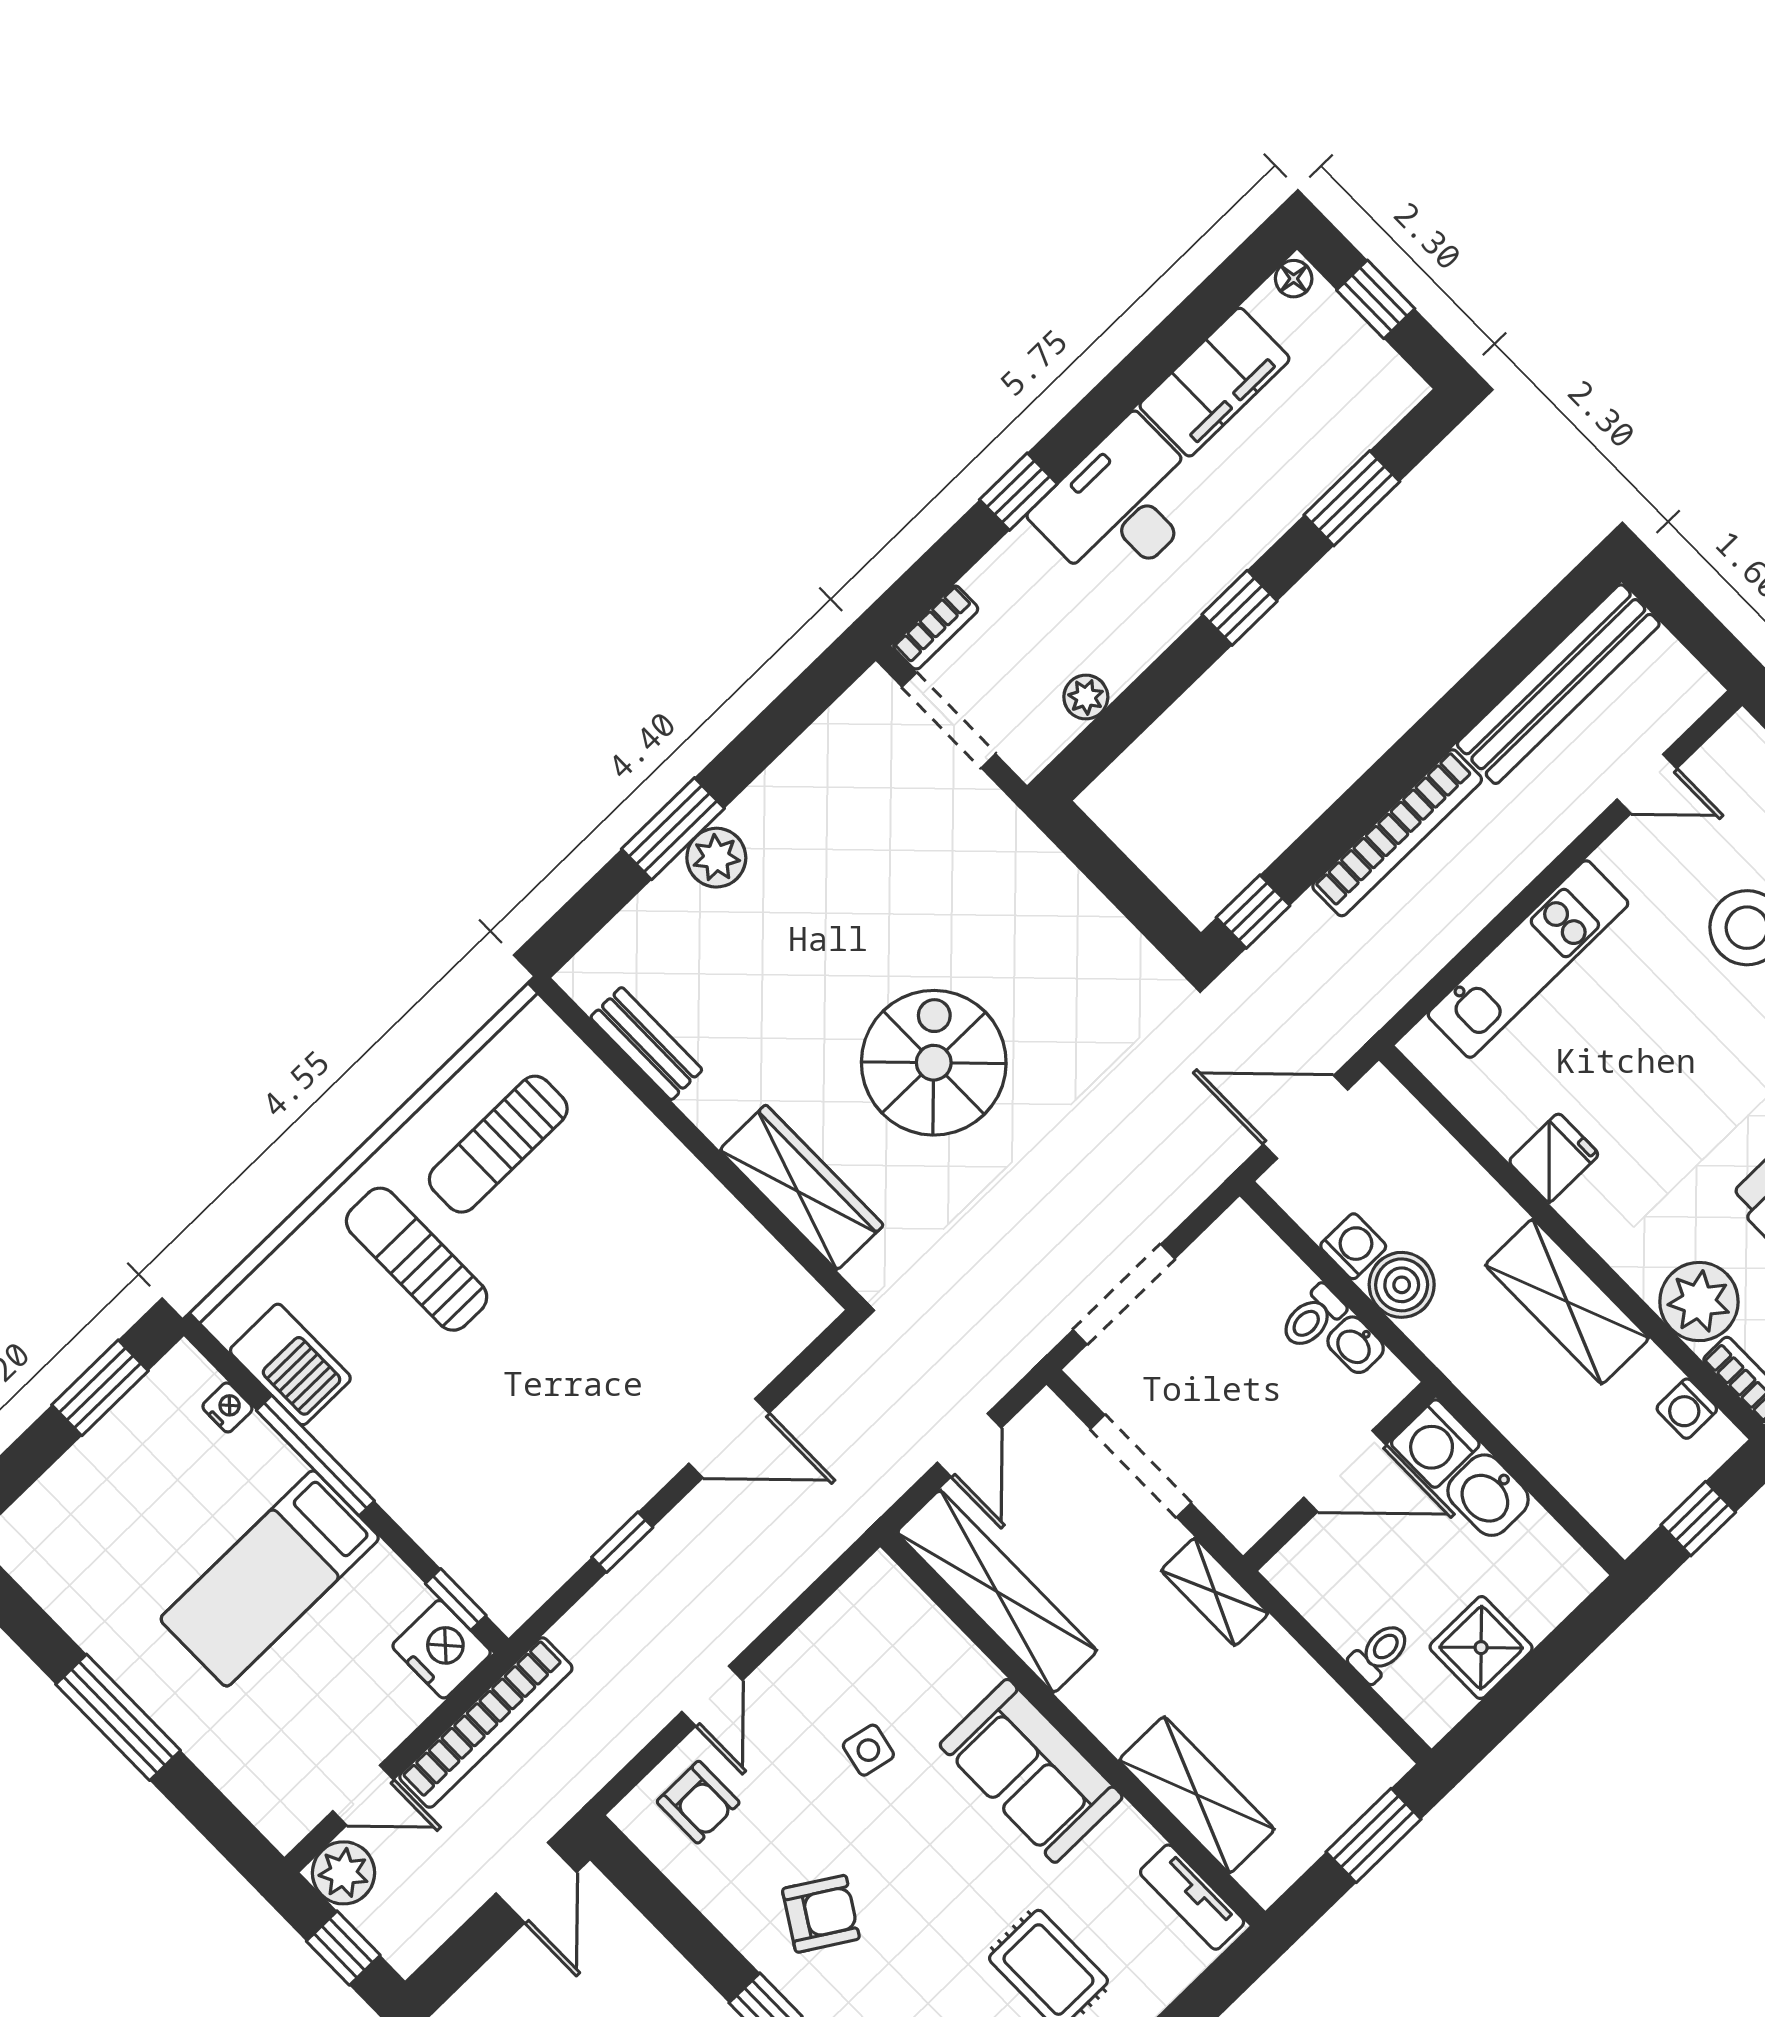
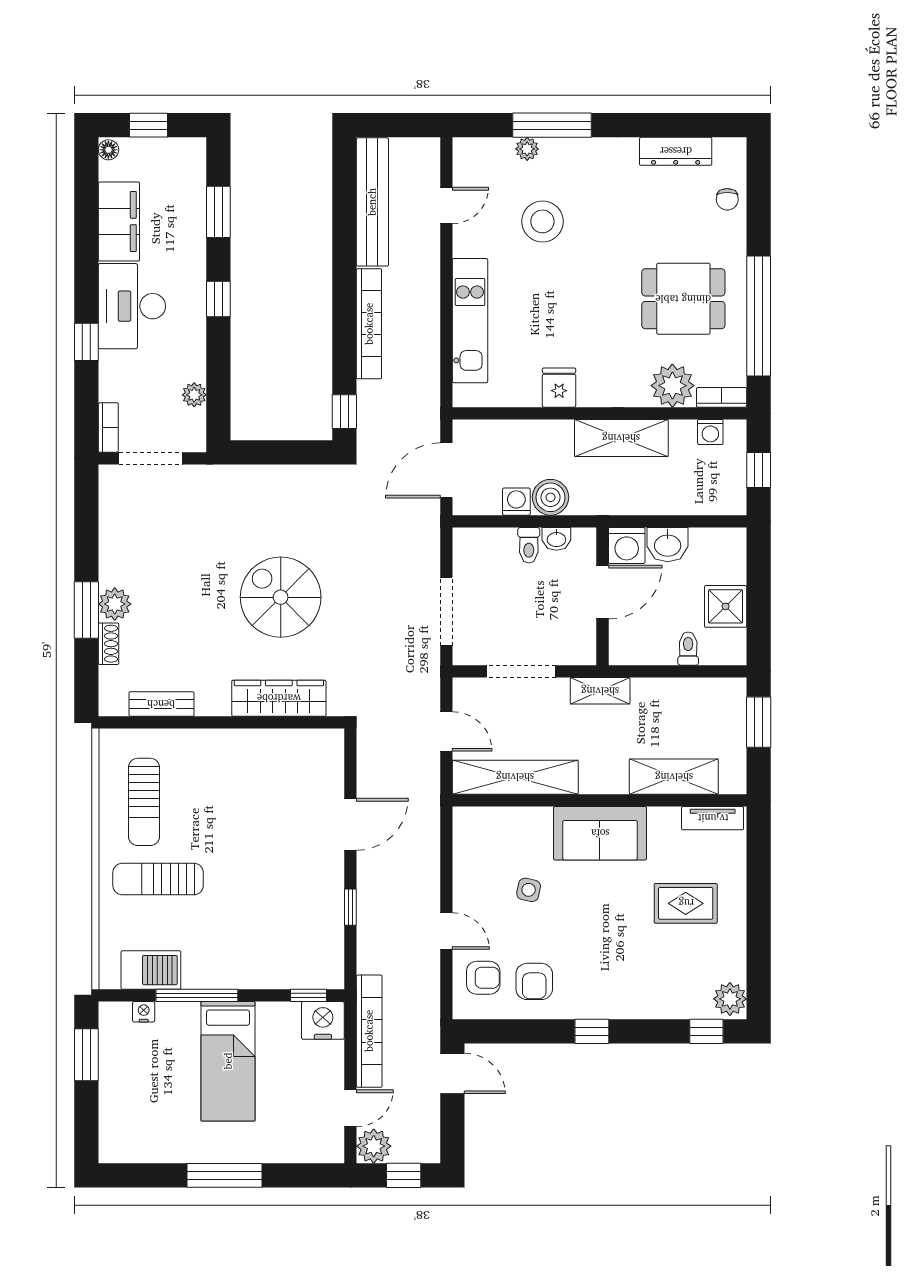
shoe rack: (657, 899) -> (109, 644), added
armchair: (821, 1914) -> (534, 981), moved, turned 148

